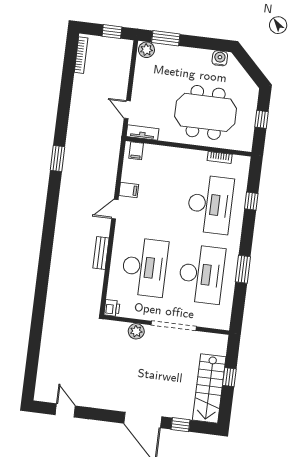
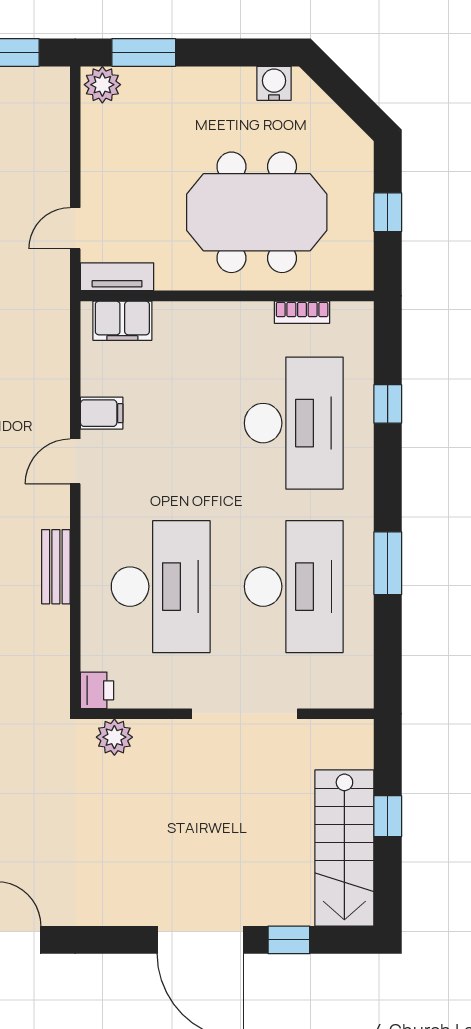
door: (127, 110) -> (75, 228), hinge flipped
filing cabinet: (136, 151) -> (122, 321), width x2.00
plant: (136, 331) -> (114, 737), moved

